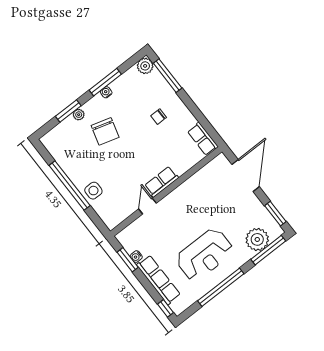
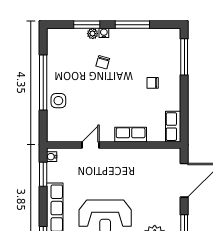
plant: (145, 66) -> (173, 36), removed
water cooler: (106, 92) -> (104, 33), moved
chair: (105, 131) -> (103, 62), width x0.54, depth x0.54
row of seats: (161, 182) -> (131, 135), moved
water cooler: (136, 257) -> (52, 157), moved

